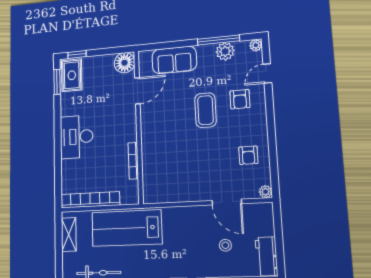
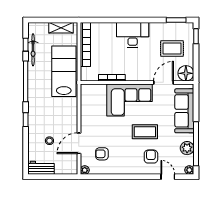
window: (218, 40) -> (196, 144), width x1.46
sofa: (174, 60) -> (184, 111), width x1.36
rug: (72, 75) -> (172, 48), moved
door: (137, 91) -> (164, 82), swing flipped
armchair: (240, 99) -> (151, 157), turned 90
corner sofa: (163, 135) -> (129, 100), added
armchair: (248, 155) -> (102, 154), moved

